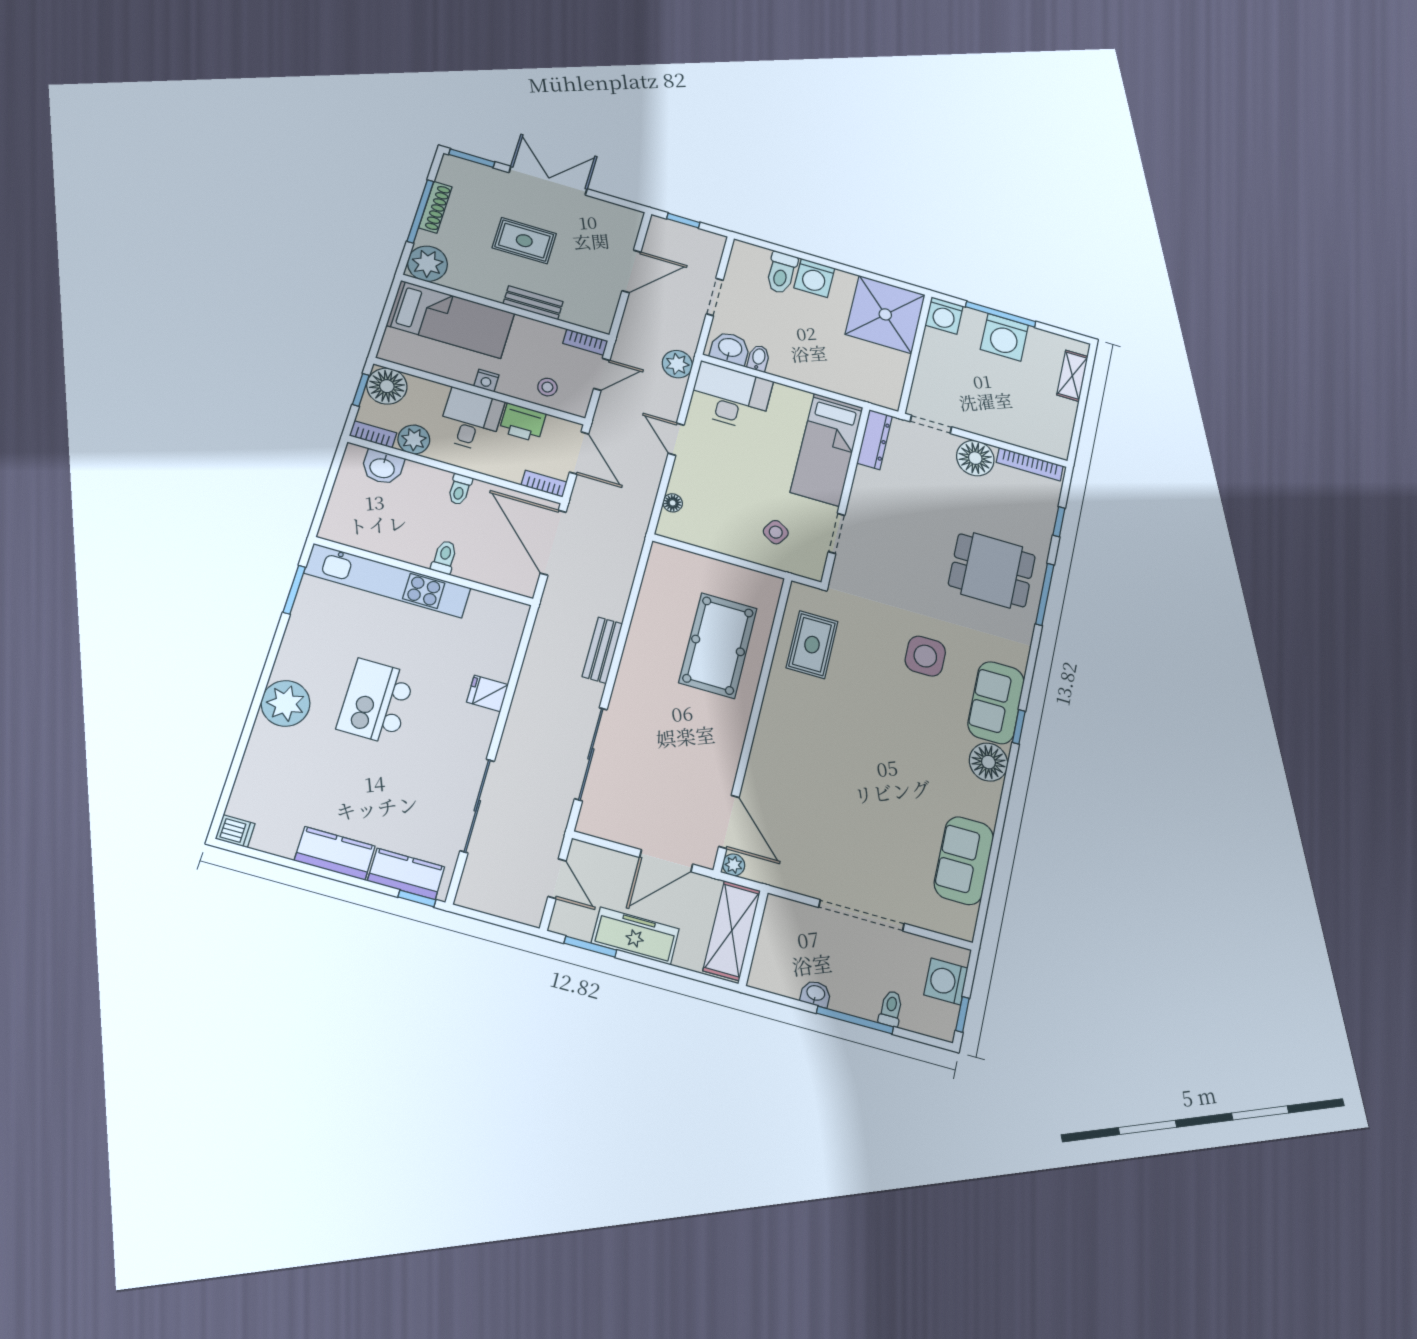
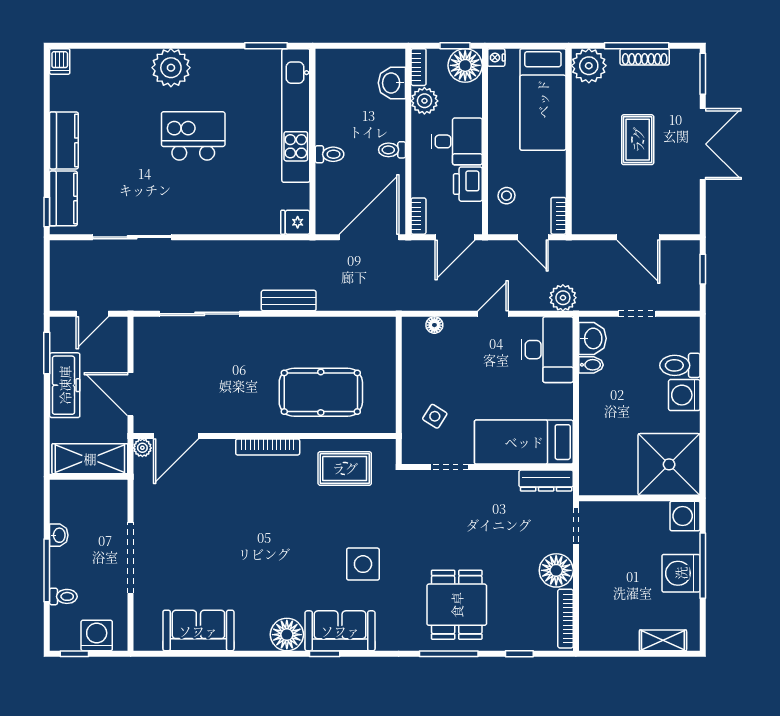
bench: (533, 303) -> (581, 163), removed
nightstand: (486, 381) -> (496, 58), moved
fridge: (487, 693) -> (295, 222), moved, turned -90
bookcase: (767, 722) -> (268, 447), added

